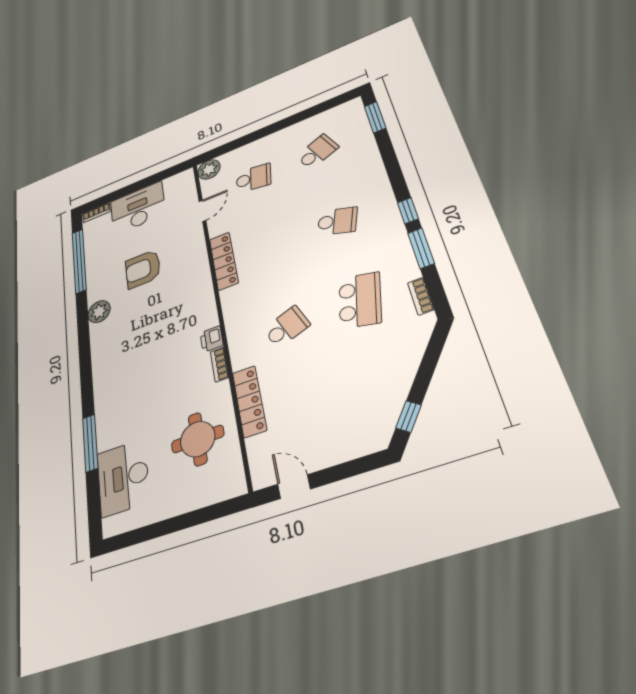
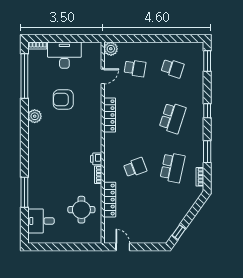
school desk: (317, 152) -> (172, 68), turned 42
window: (408, 211) -> (207, 111), moved
school desk: (337, 221) -> (172, 118), width x1.85
desk: (123, 478) -> (41, 221), width x0.73

